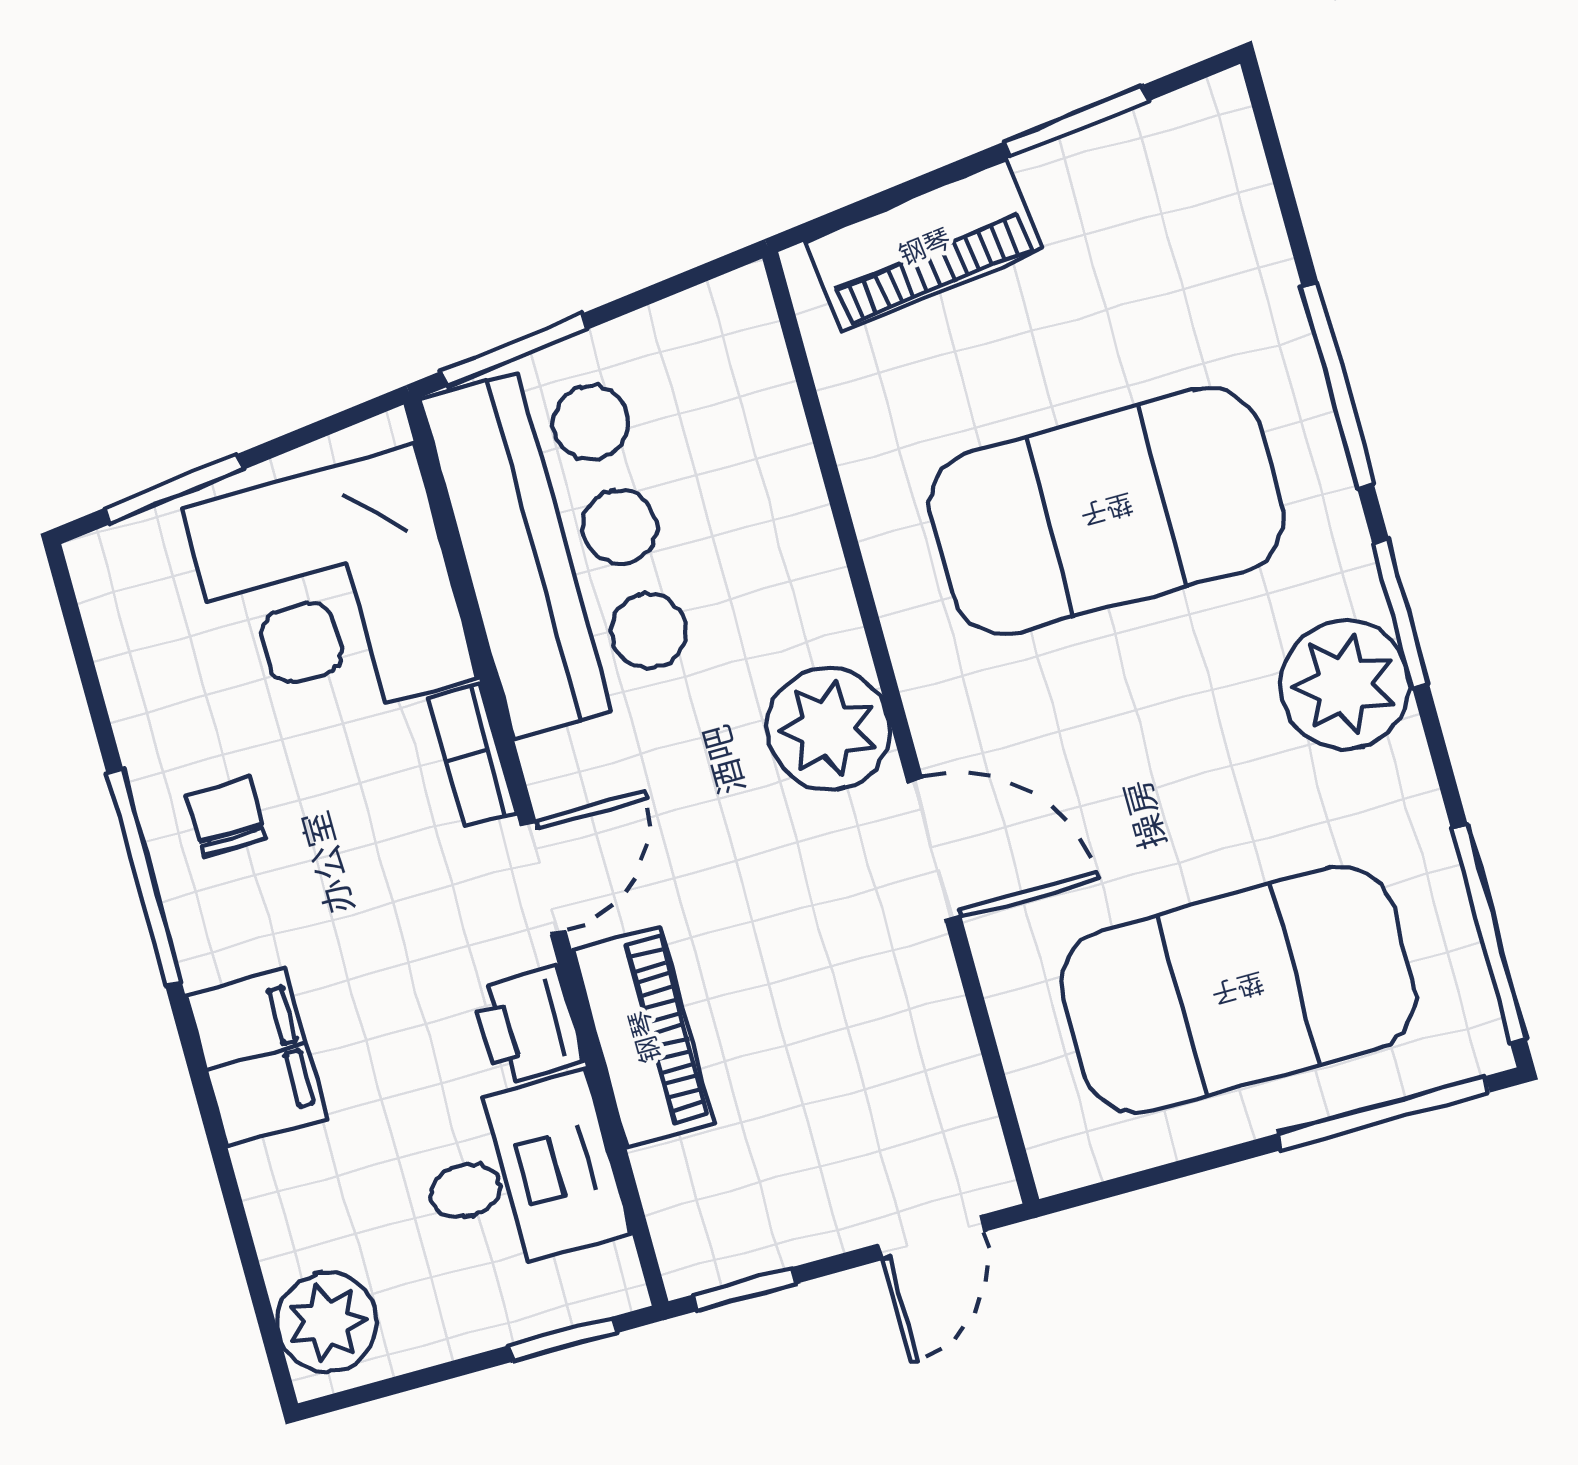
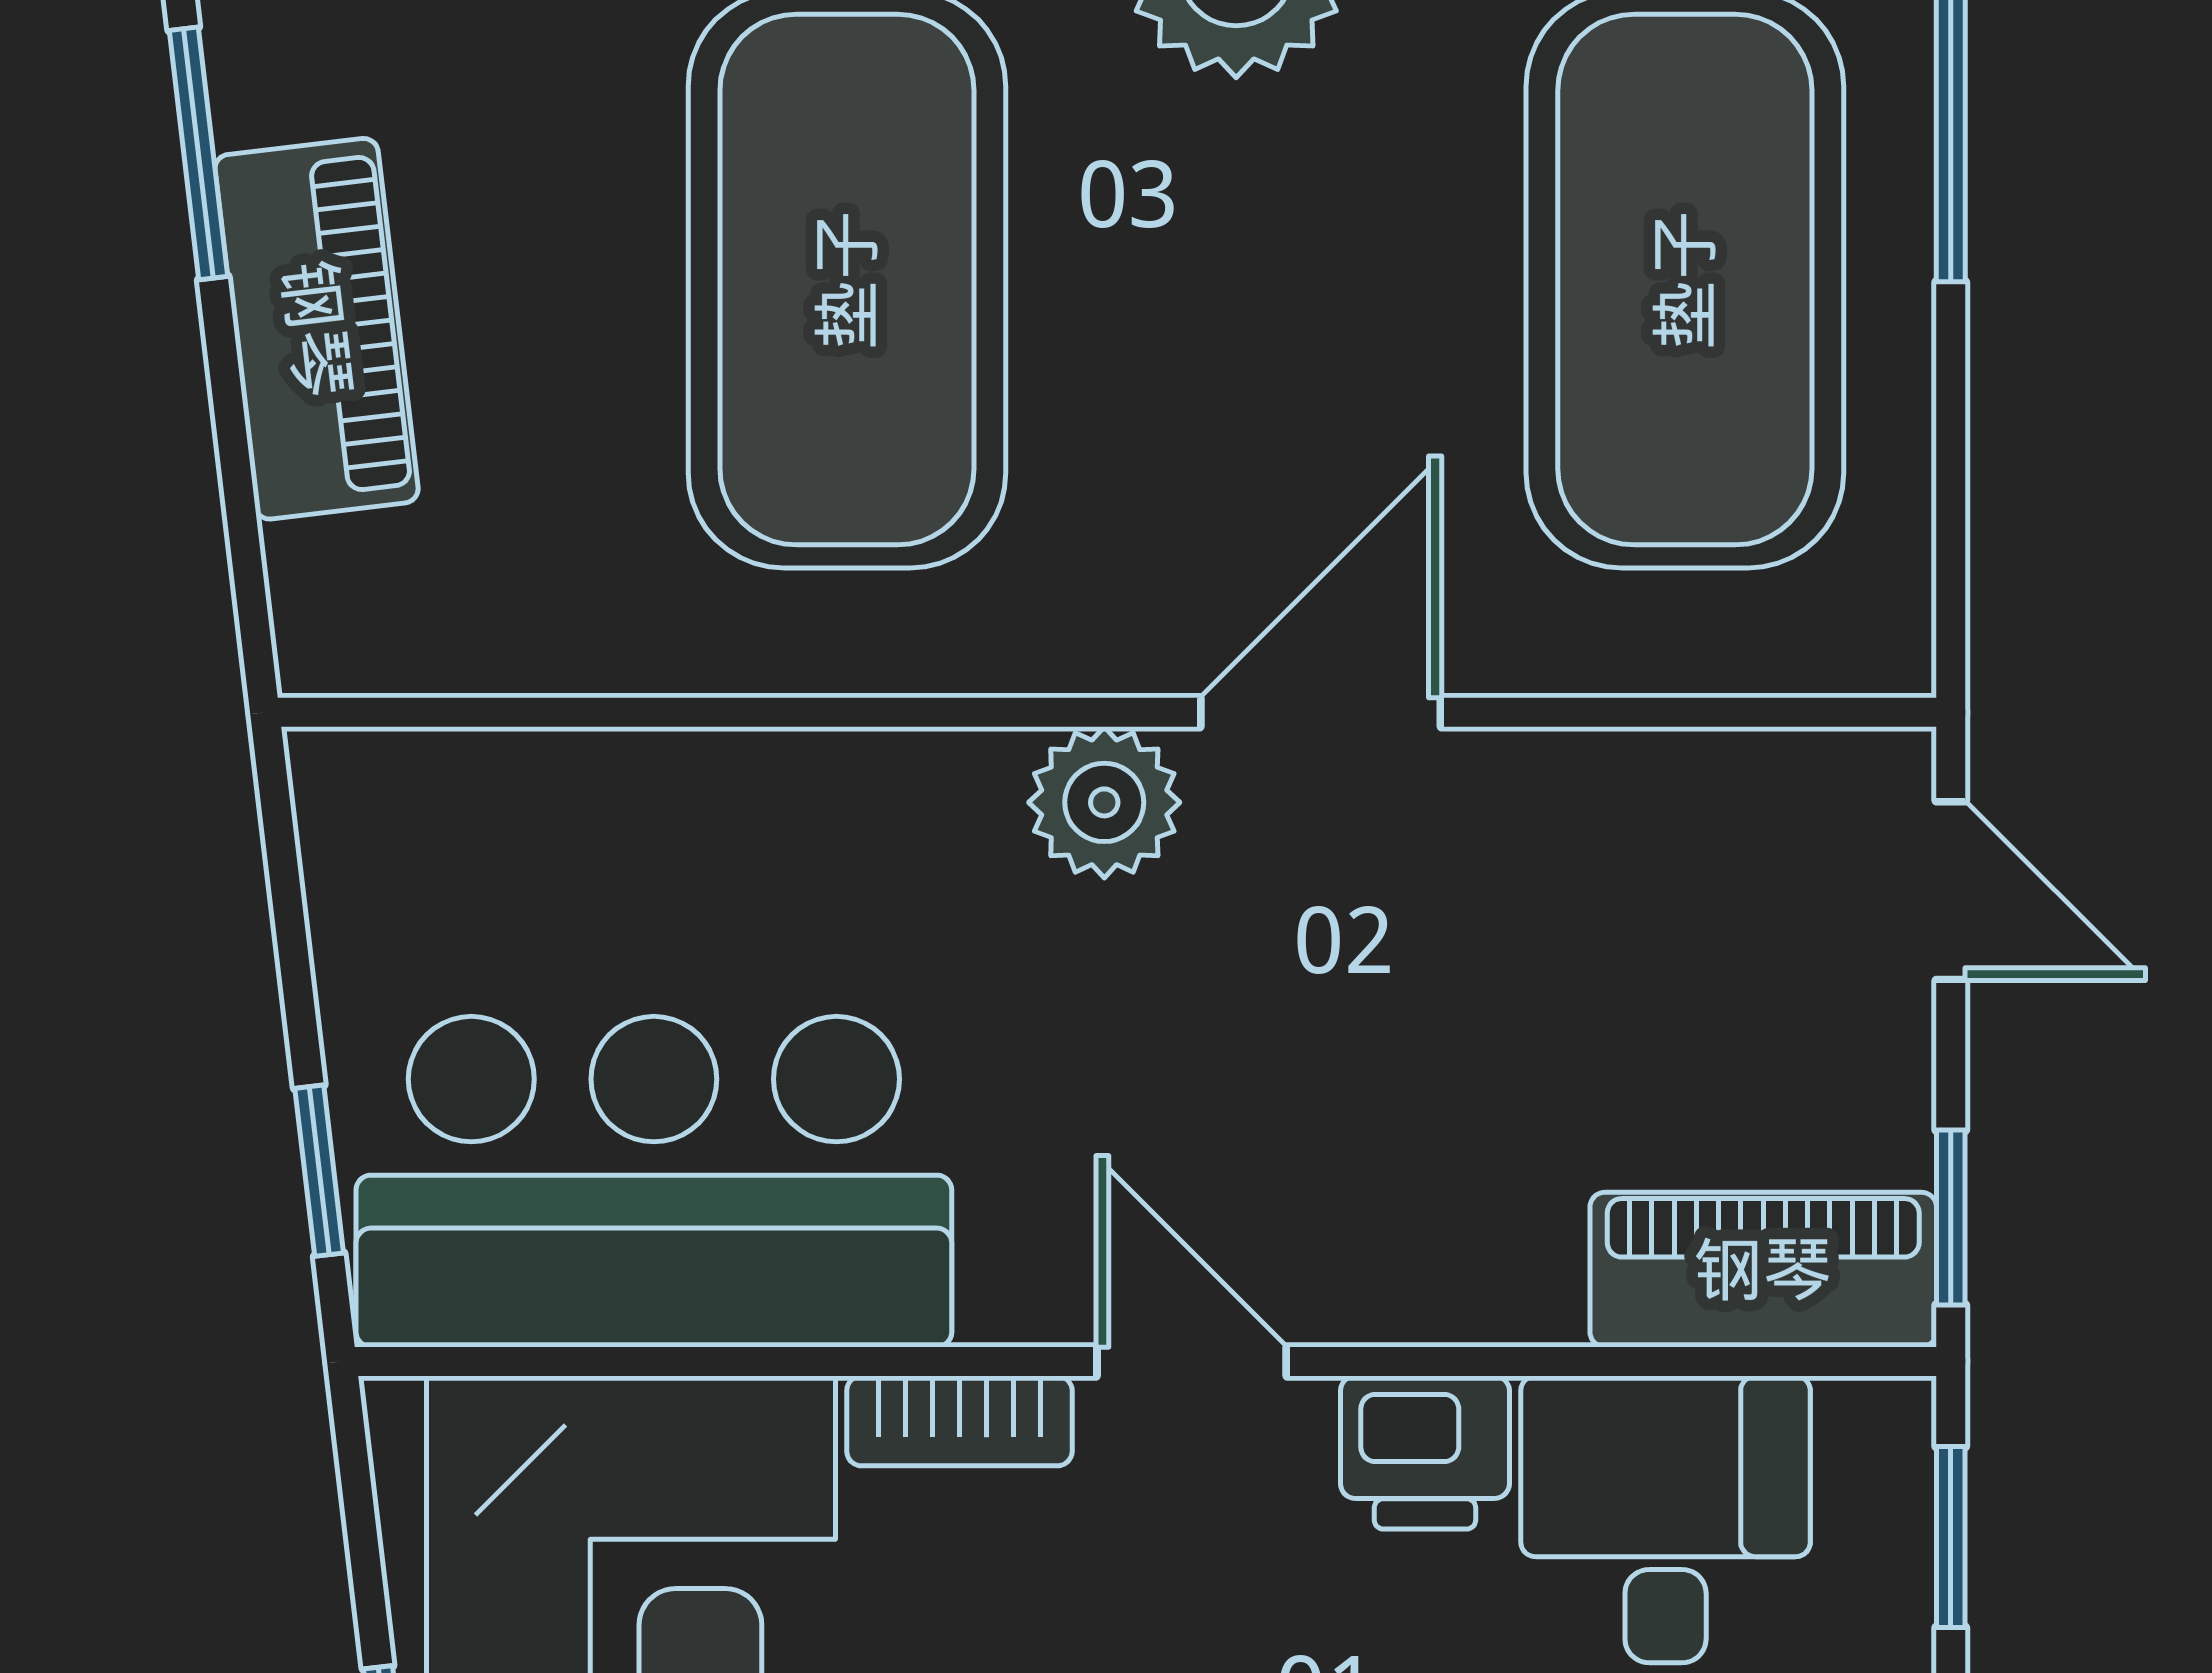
piano: (924, 245) -> (316, 329), moved
window: (515, 350) -> (319, 1171), width x0.67
plant: (829, 729) -> (1104, 802), width x0.73, depth x0.73
piano: (643, 1037) -> (1763, 1270), moved

